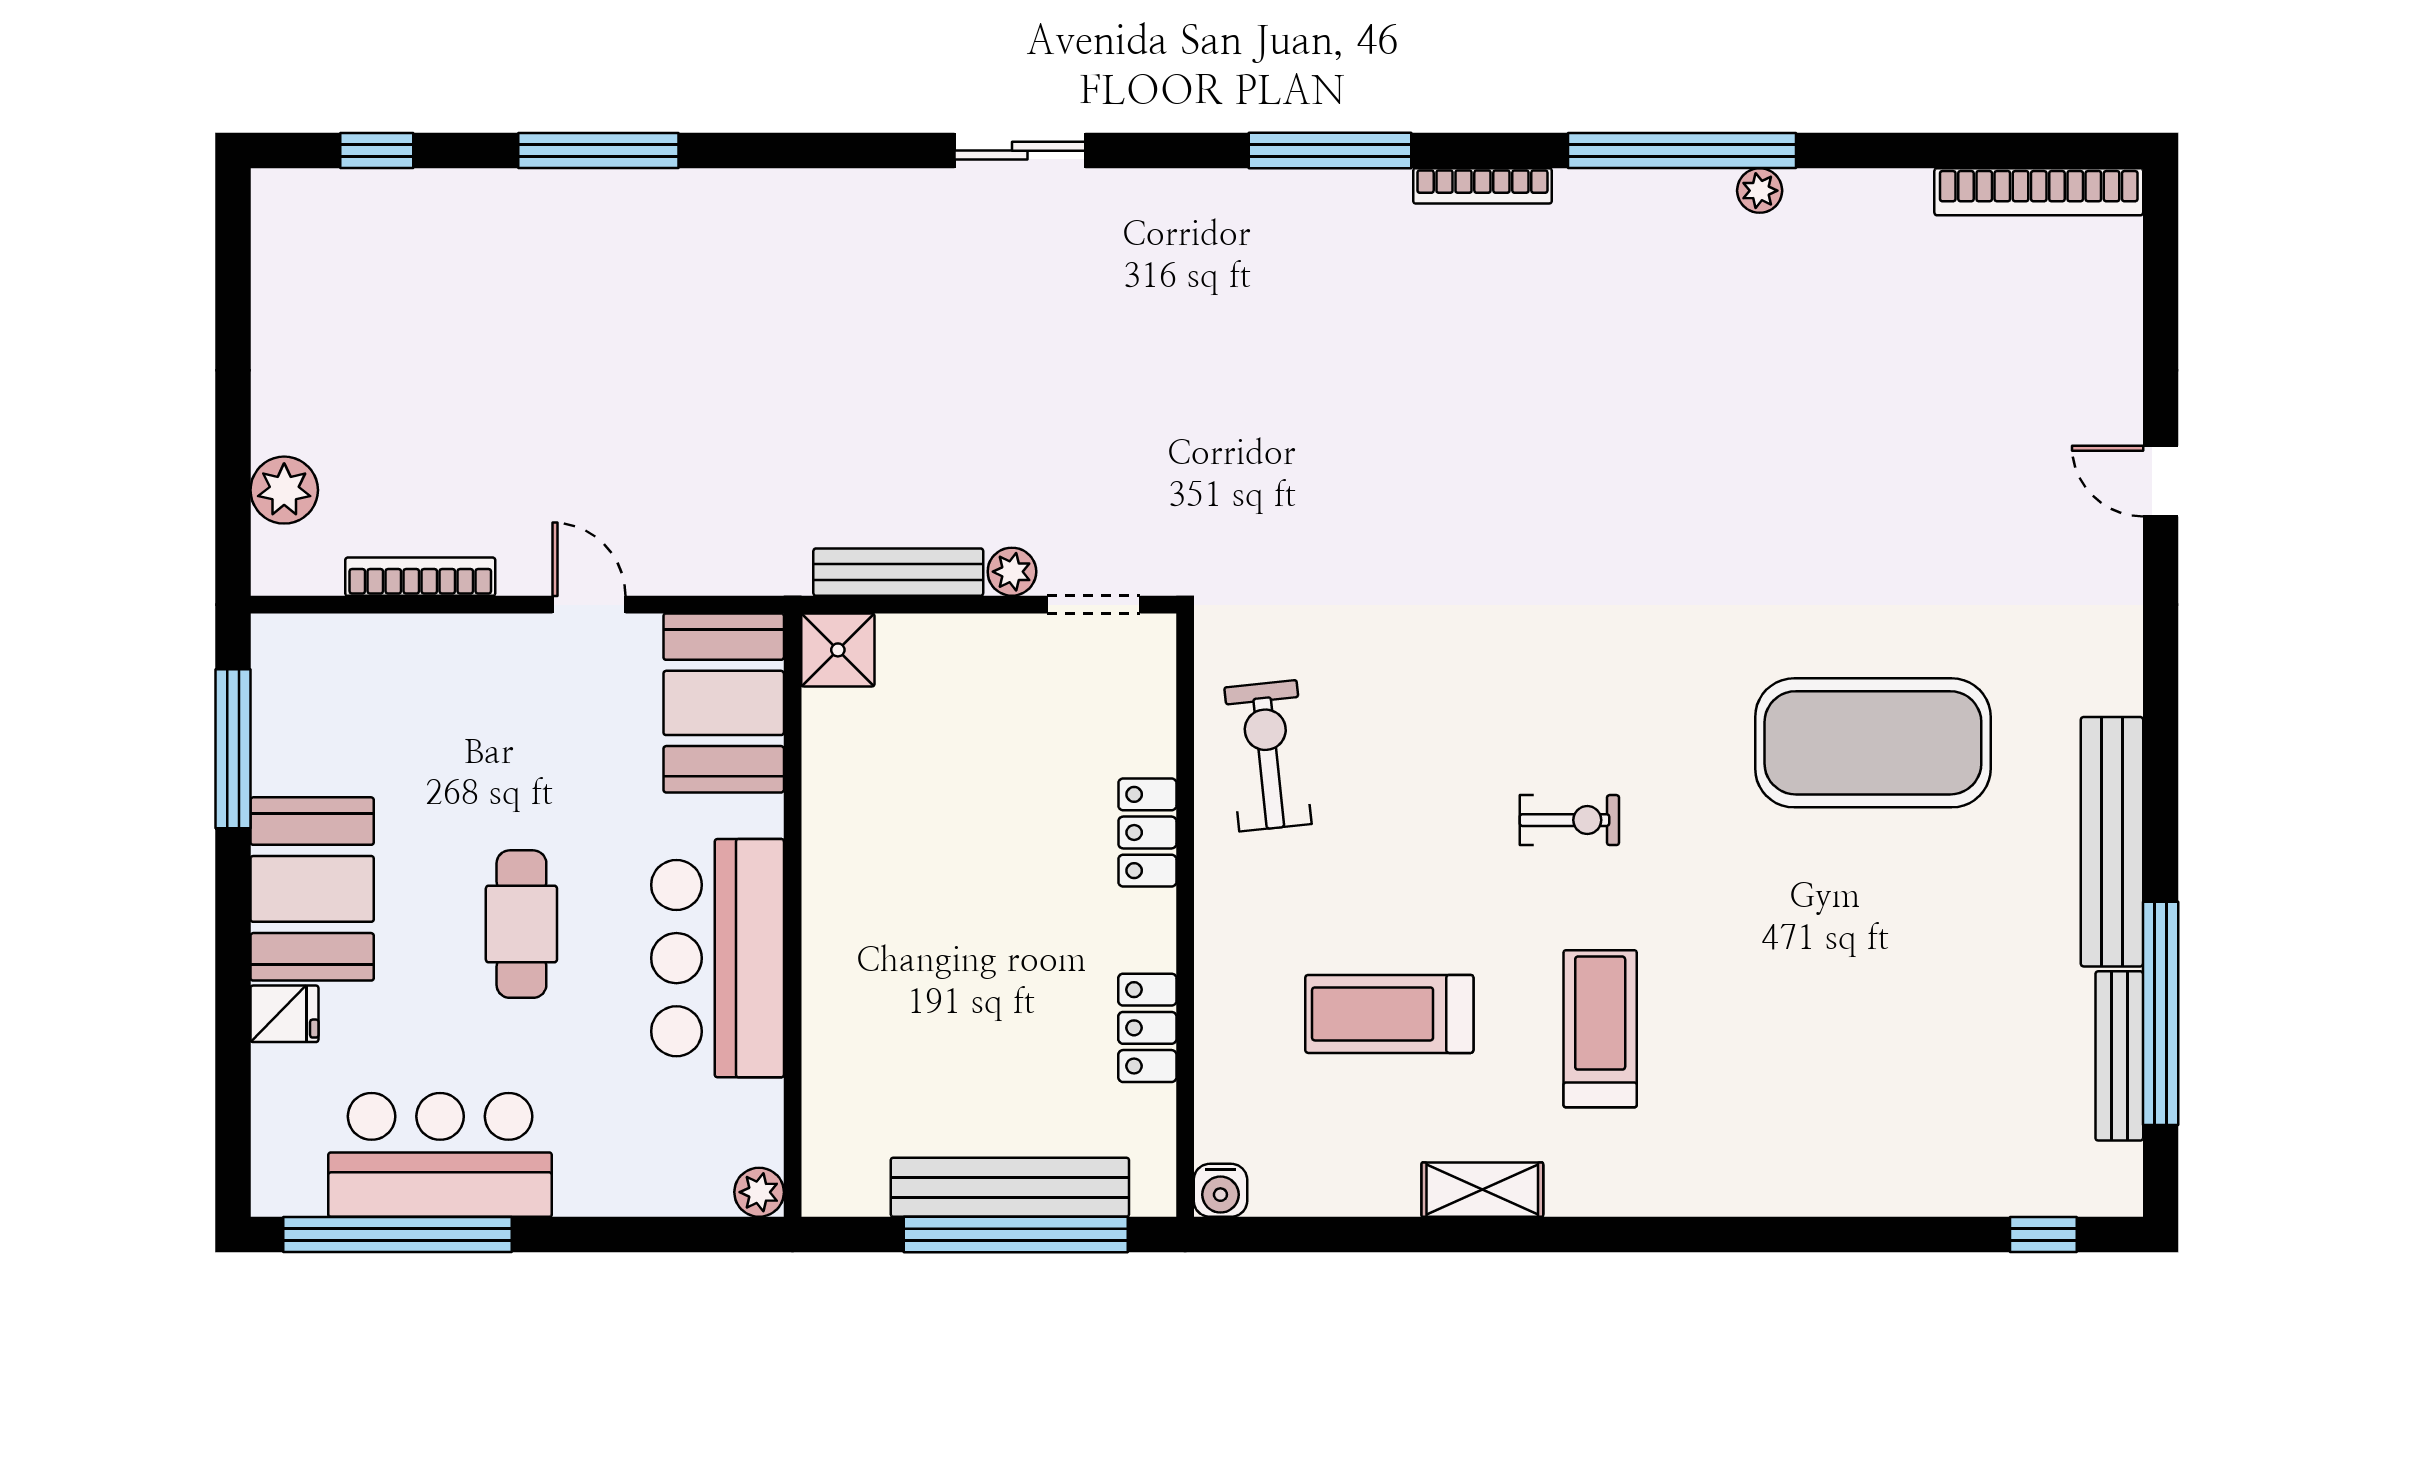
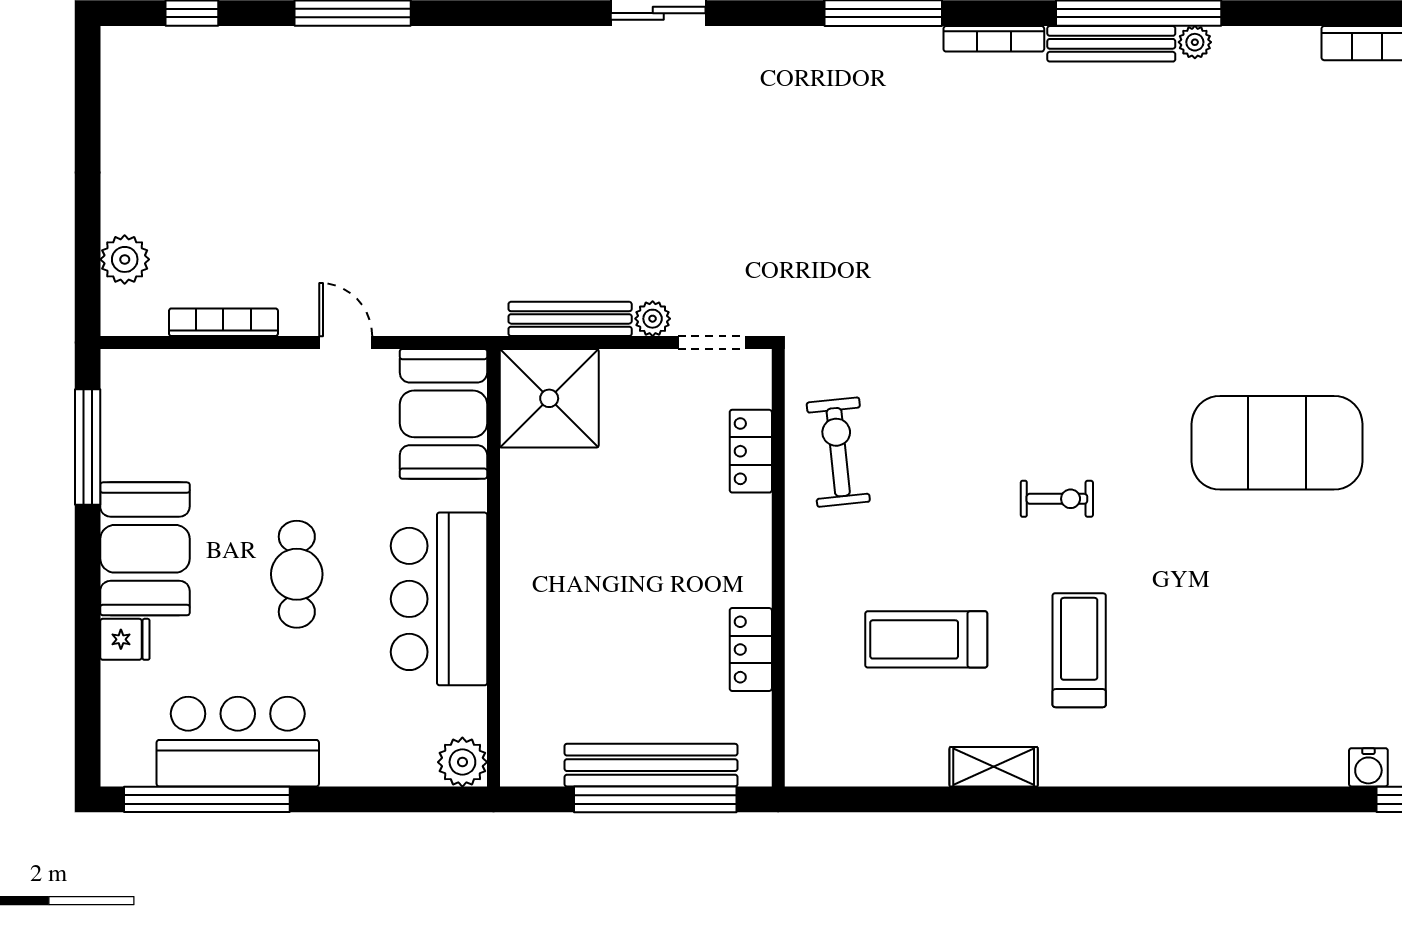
bench: (1644, 193) -> (1111, 44), added
shower: (838, 650) -> (549, 398), width x1.86, depth x1.86
locker: (1147, 833) -> (751, 451), moved
water cooler: (1220, 1190) -> (1368, 767), moved
plant: (759, 1192) -> (462, 762), width x1.38, depth x1.38

